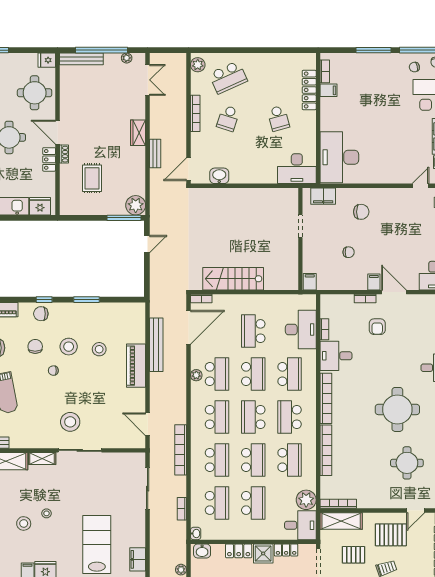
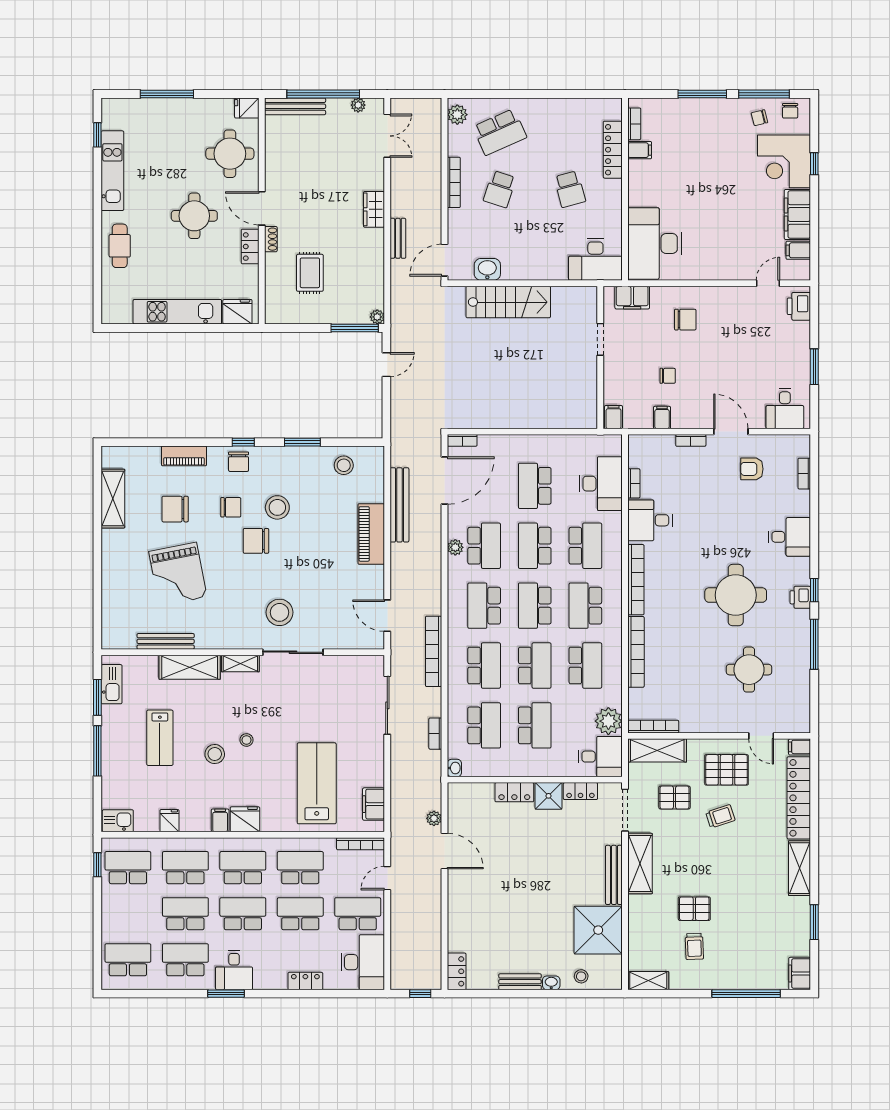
plant: (136, 205) -> (377, 317), width x0.53, depth x0.53
stairs: (233, 279) -> (508, 302), moved, turned 180
filing cabinet: (374, 282) -> (662, 417), moved
chair: (41, 314) -> (239, 462), turned -90
armchair: (377, 327) -> (752, 469), moved, turned 90
chair: (35, 346) -> (231, 507), turned 90
stool: (99, 349) -> (344, 465), moved
chair: (53, 371) -> (256, 541), width x1.87, depth x1.87
school desk: (253, 374) -> (535, 546), turned 180
school desk: (217, 417) -> (484, 606), turned 180
door: (416, 510) -> (761, 736), hinge flipped
washbasin: (202, 551) -> (463, 792), removed

